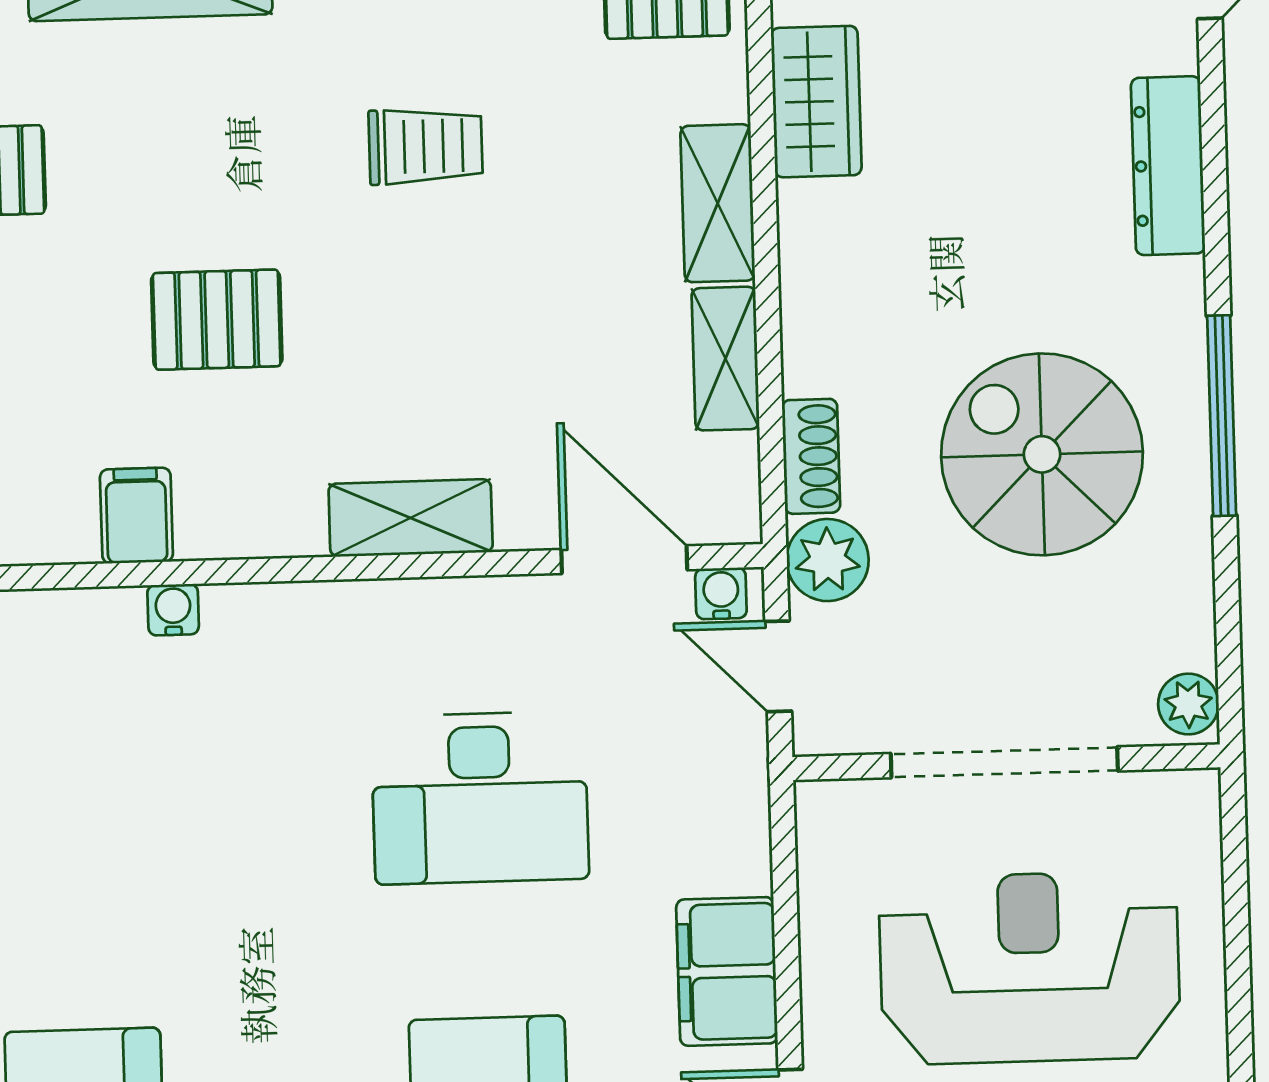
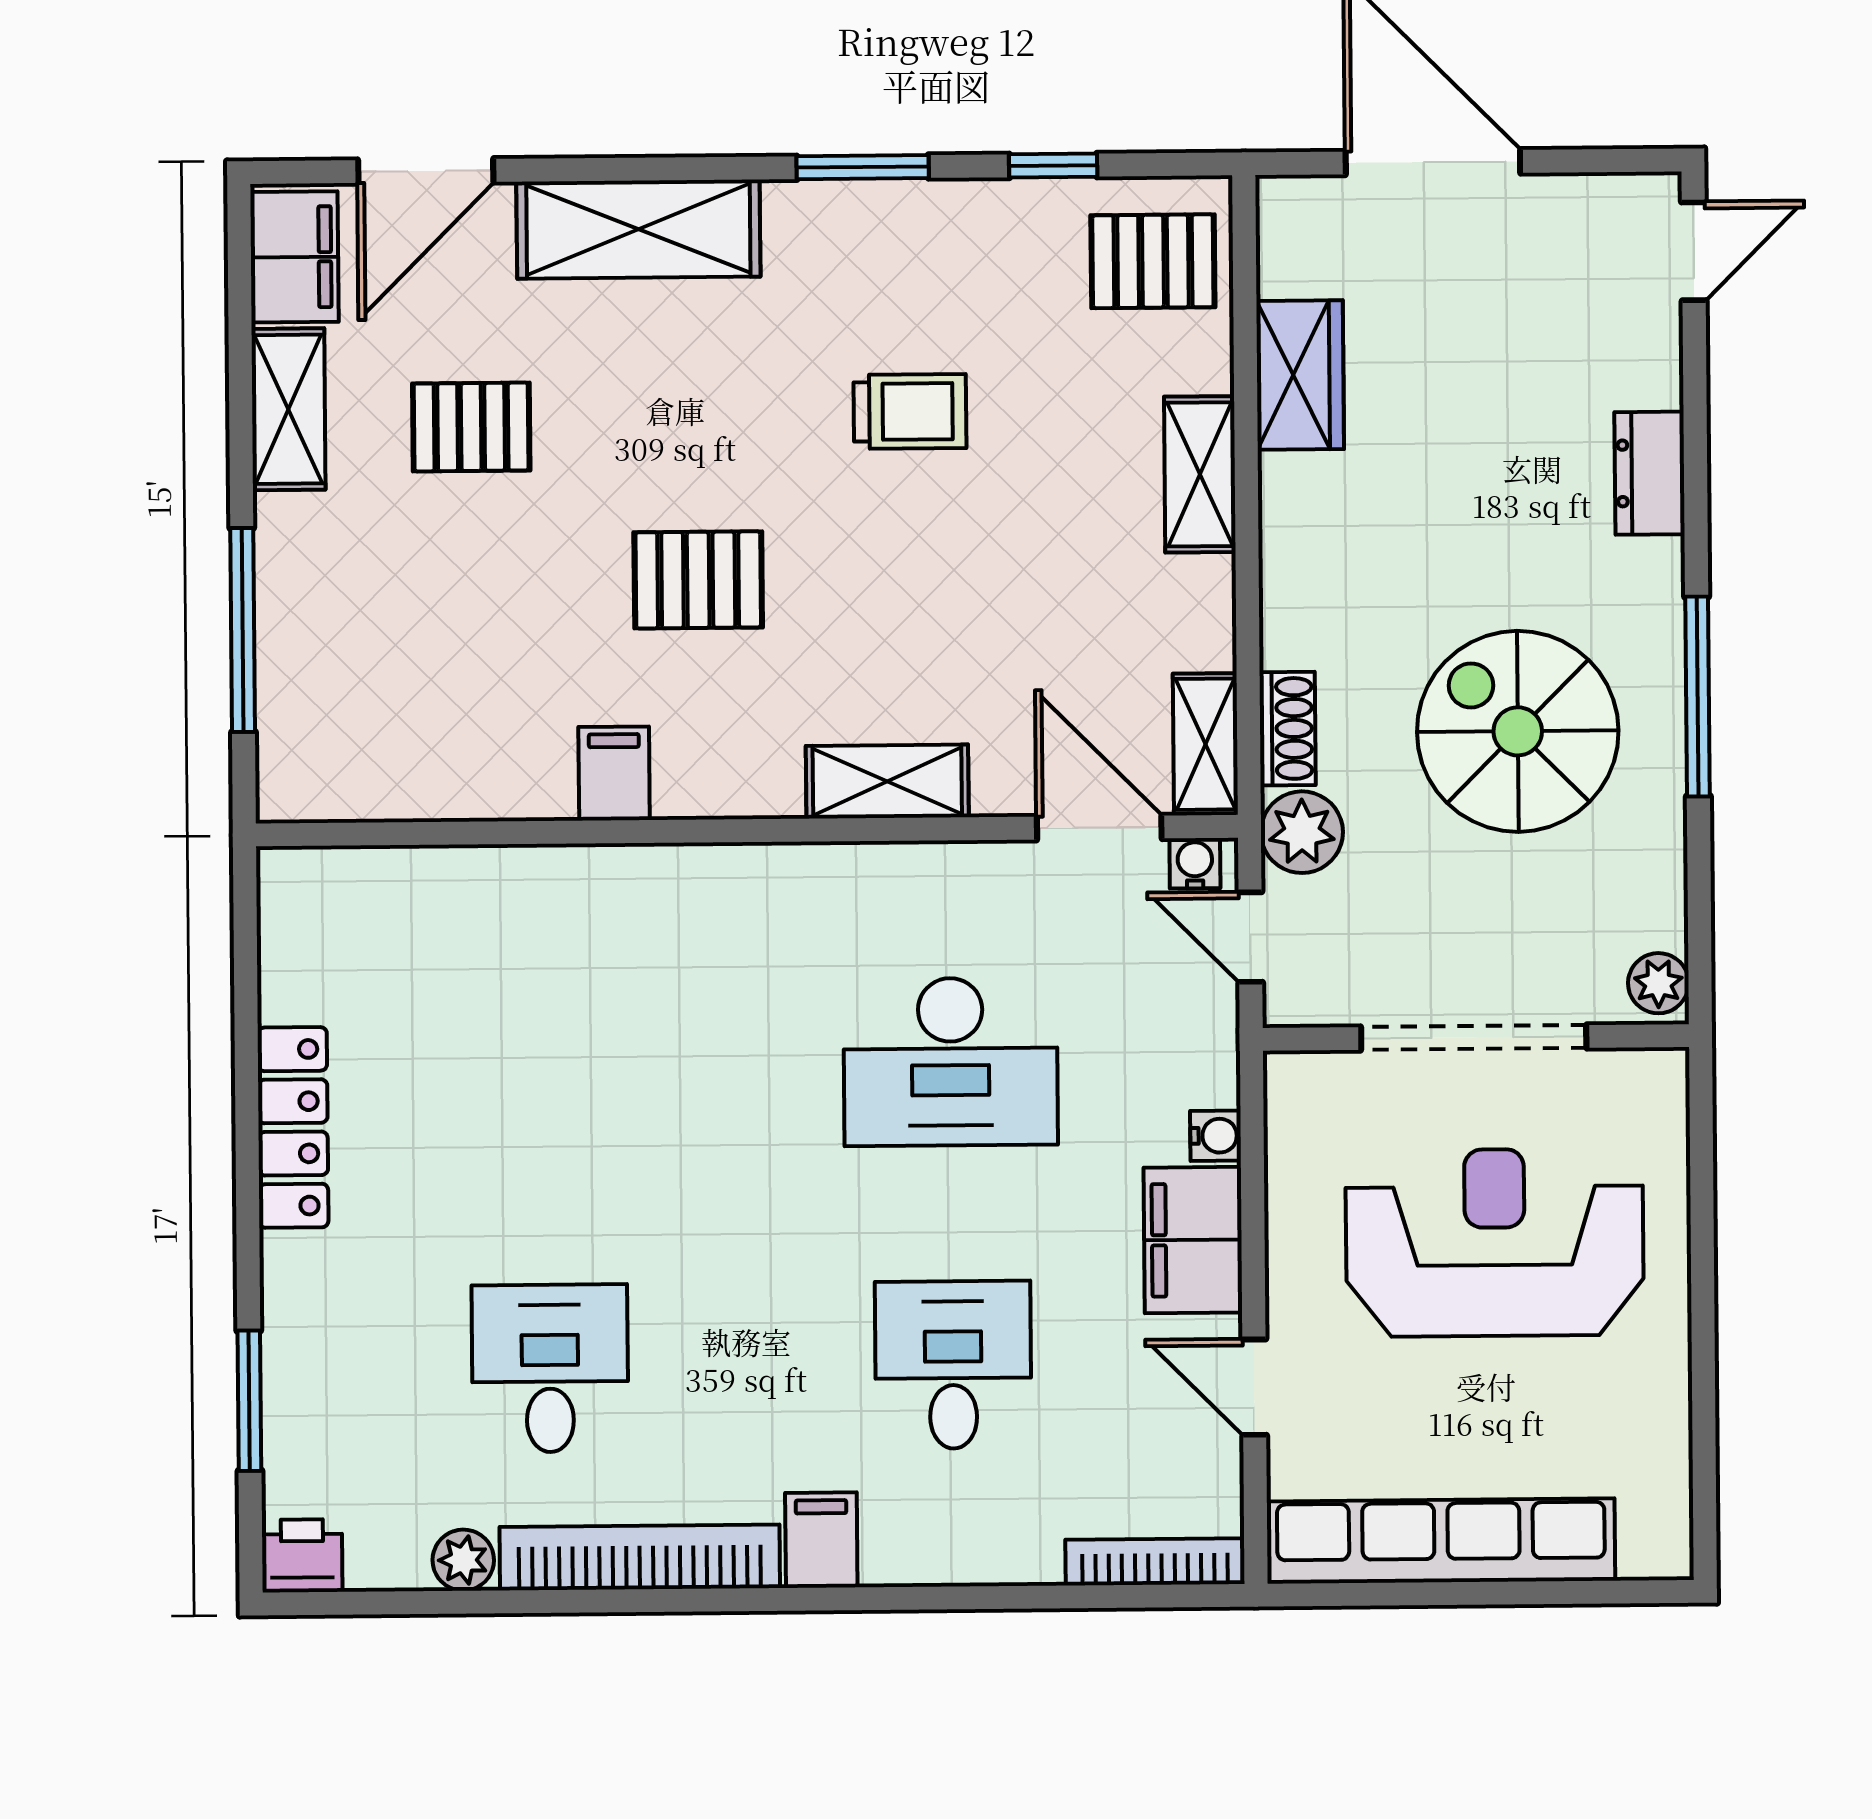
dresser: (1168, 166) -> (1650, 473), width x0.70
shelving: (726, 359) -> (1205, 744), moved
water cooler: (173, 610) -> (1216, 1136), moved, turned 90

